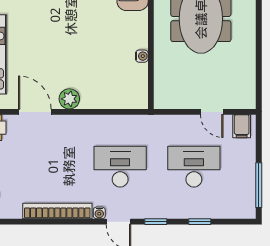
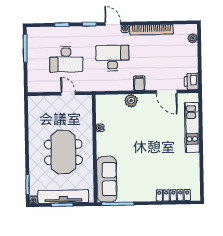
plant: (69, 99) -> (131, 101), moved
door: (212, 112) -> (68, 94), moved
filing cabinet: (242, 126) -> (139, 83), moved
desk: (120, 167) -> (112, 58), turned 180

